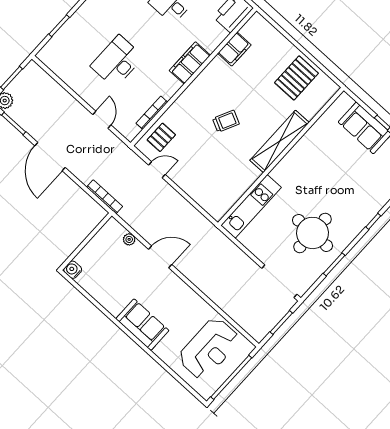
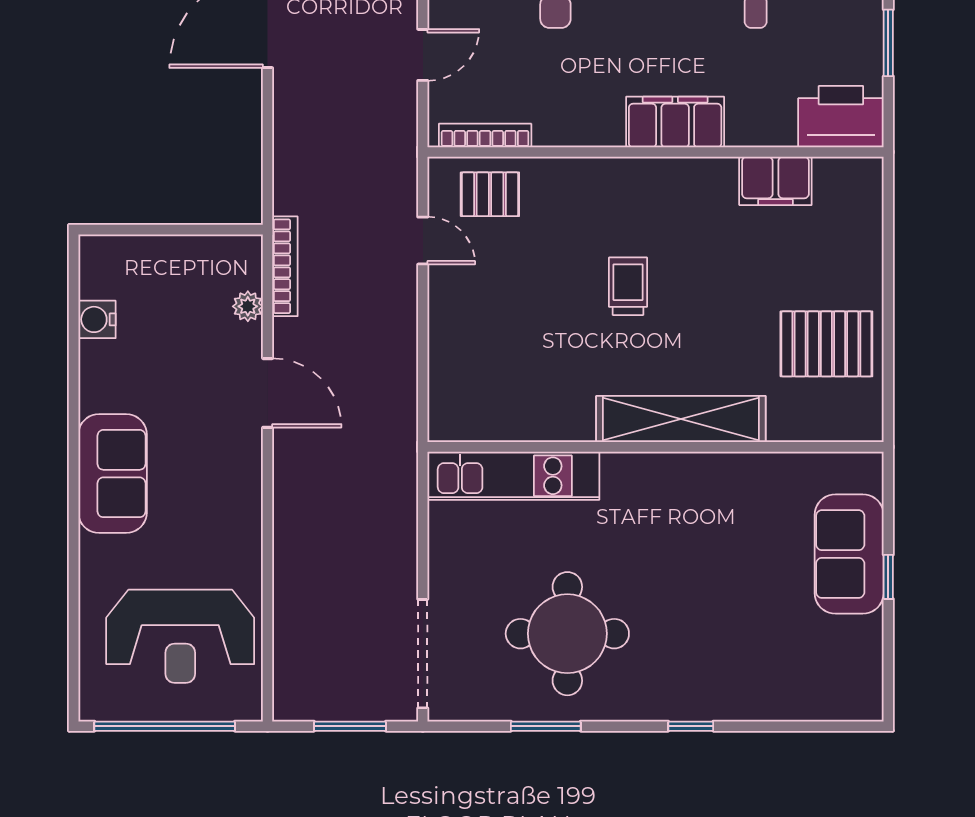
bookcase: (152, 113) -> (485, 136), moved
trolley: (226, 121) -> (628, 286), turned -116
bookcase: (105, 197) -> (285, 266), moved
water cooler: (73, 270) -> (97, 319), moved, turned -90

